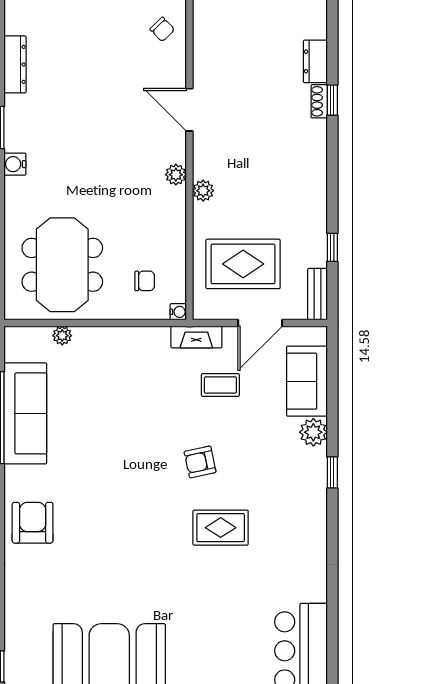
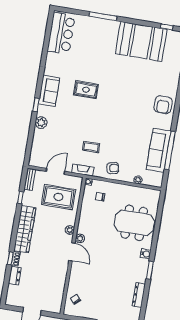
door: (189, 110) -> (72, 252), moved
wardrobe: (310, 175) -> (25, 229), added
meeting table: (62, 265) -> (134, 223), moved, turned 90
sofa: (307, 381) -> (49, 91), moved
coffee table: (220, 385) -> (91, 147), moved
armchair: (200, 462) -> (113, 168), moved

